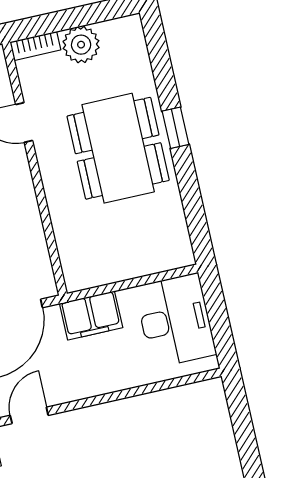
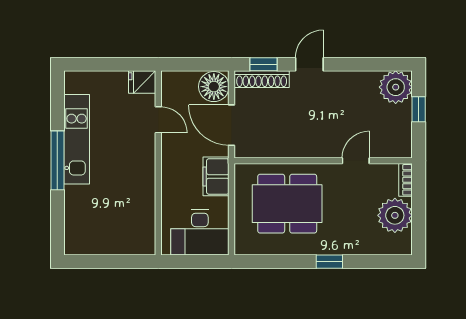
plant: (81, 45) -> (395, 215), width x1.36, depth x1.36
dining table: (118, 148) -> (287, 204), moved

